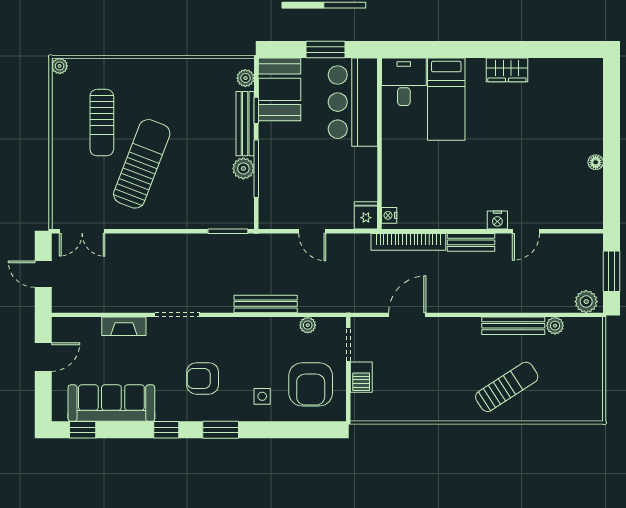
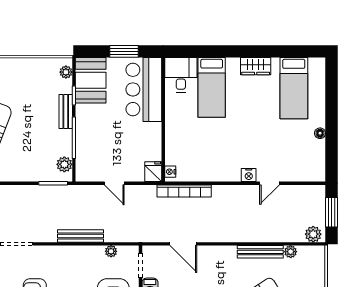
bed: (560, 100) -> (294, 88), added
bench: (245, 124) -> (66, 111), width x0.73
plant: (243, 168) -> (64, 164), moved
bench: (471, 242) -> (230, 191), removed
door: (407, 315) -> (183, 244), swing flipped

